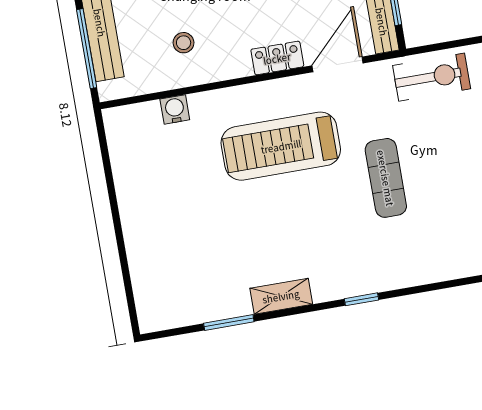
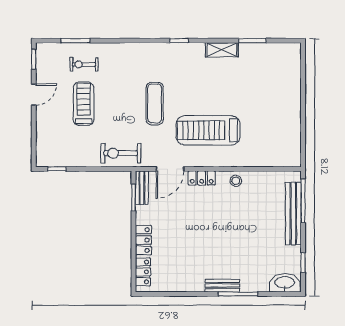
stool: (184, 43) -> (236, 181), moved
water cooler: (175, 109) -> (261, 160), removed
treadmill: (281, 146) -> (208, 130), turned 180

